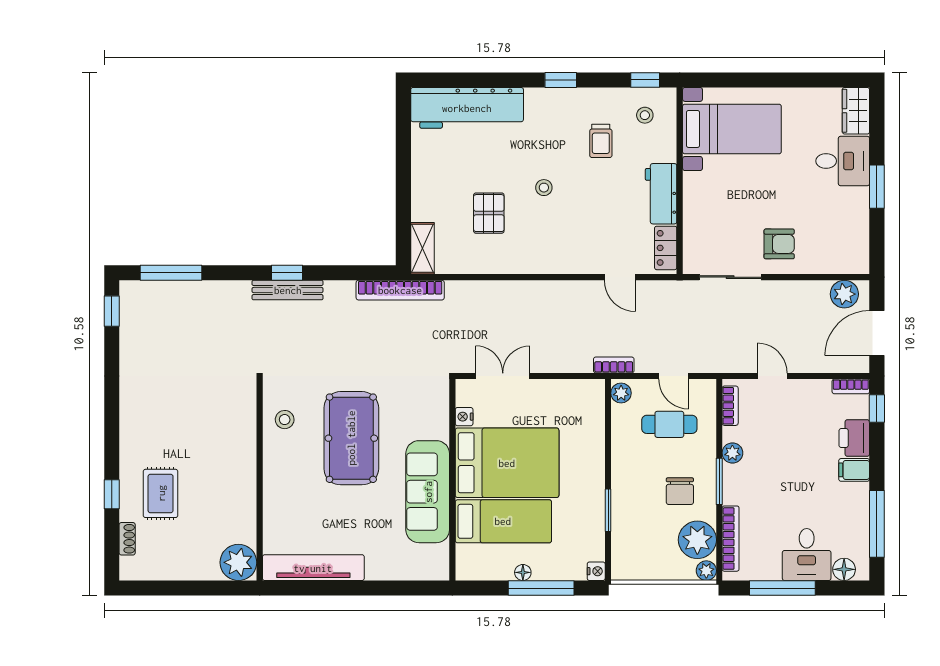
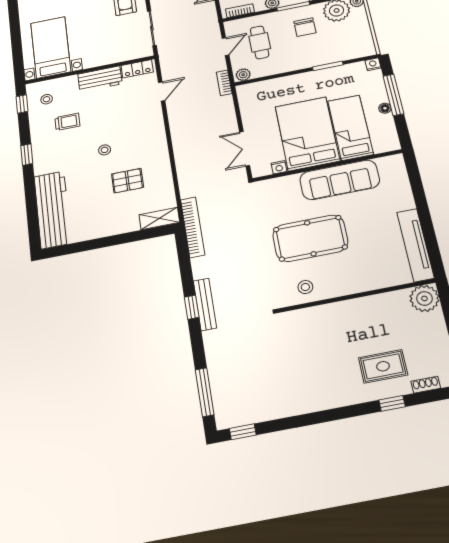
chair: (680, 491) -> (305, 27), turned 90

